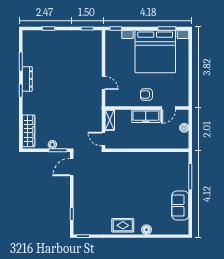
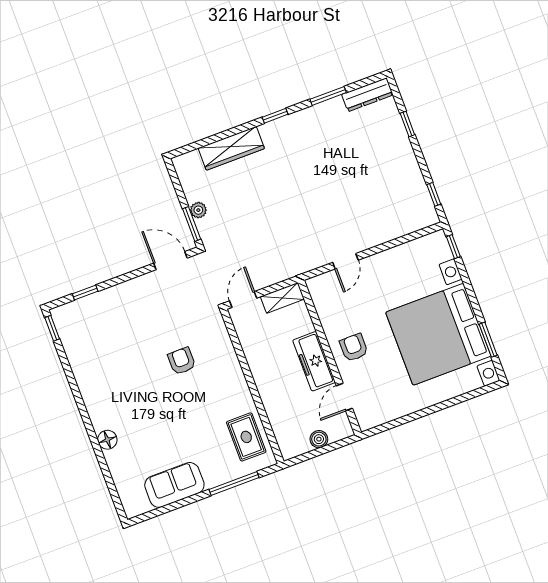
dresser: (27, 79) -> (367, 95), moved
door: (169, 108) -> (344, 397), hinge flipped
wardrobe: (29, 131) -> (231, 148), moved
armchair: (122, 180) -> (182, 361), added
rug: (123, 225) -> (246, 437), moved

